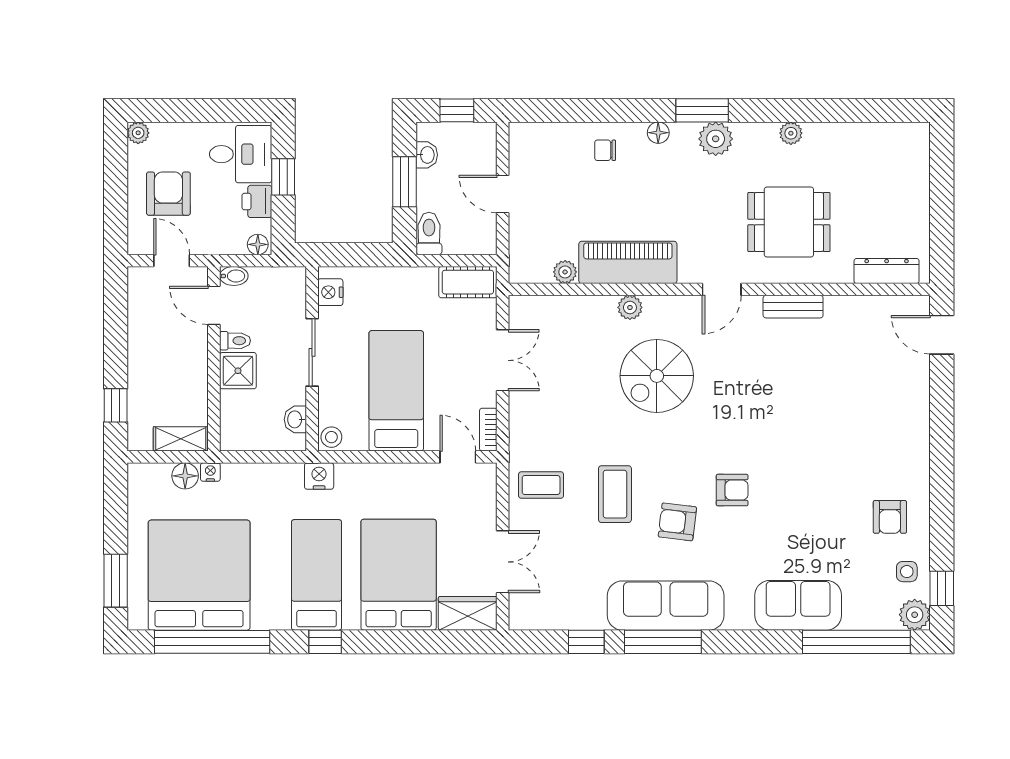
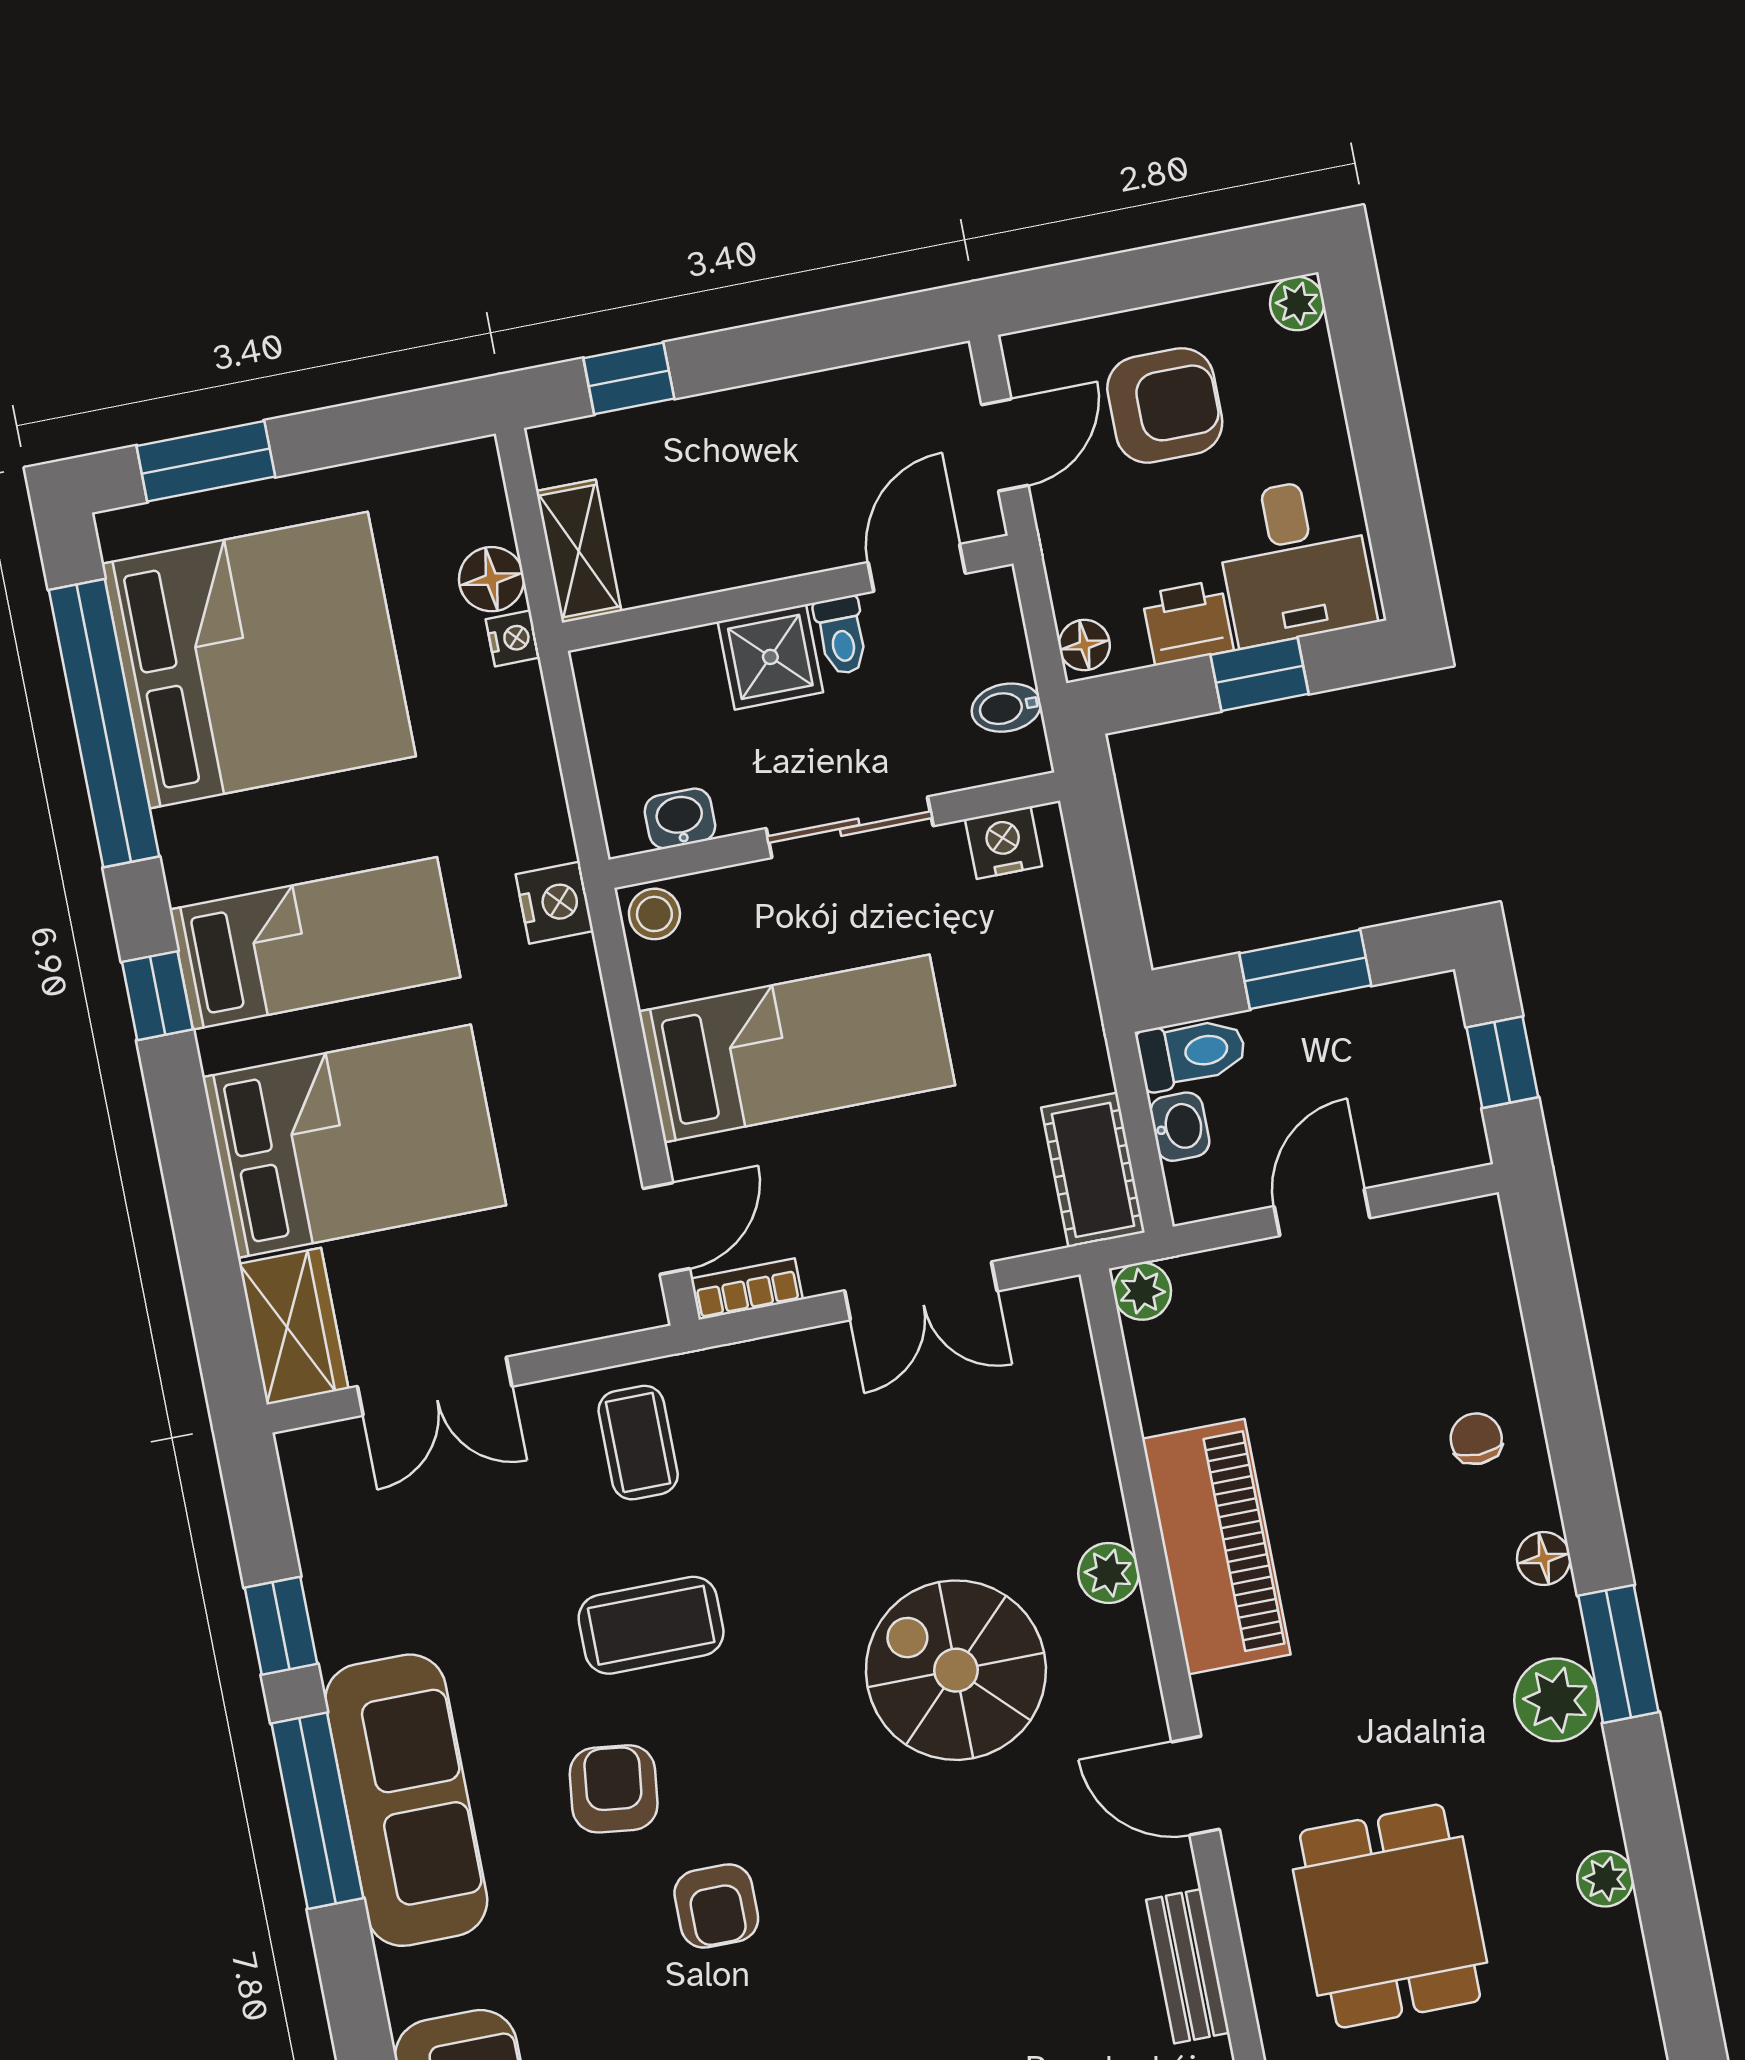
washbasin: (427, 155) -> (1180, 1127), moved, turned -90
plant: (565, 272) -> (1142, 1291), moved
bidet: (234, 276) -> (1006, 708), moved, turned 90

